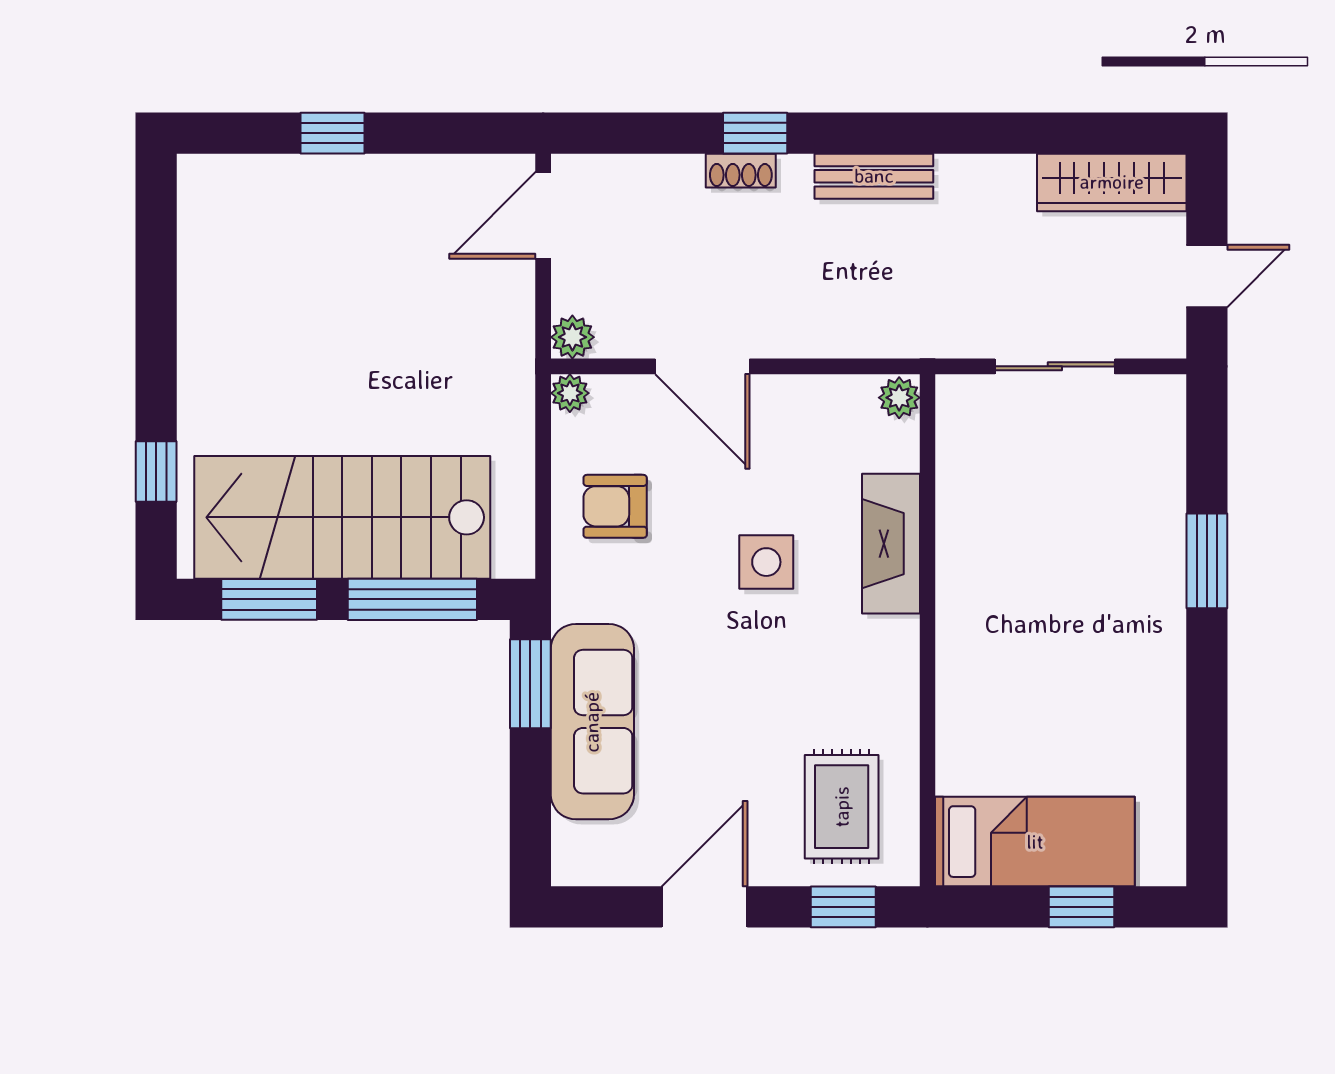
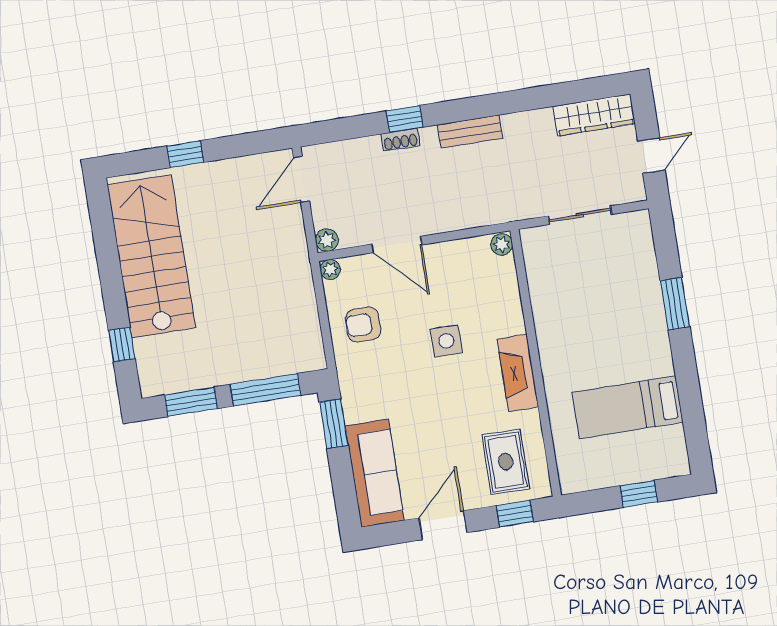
stairs: (342, 517) -> (151, 256), moved, turned 90
fireplace: (891, 544) -> (518, 373), moved
sofa: (592, 722) -> (375, 473), moved
bed: (1035, 842) -> (627, 407), moved, turned 180

